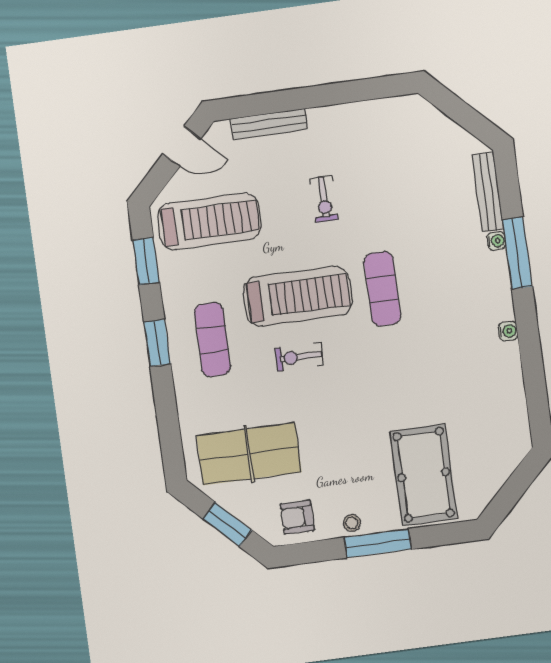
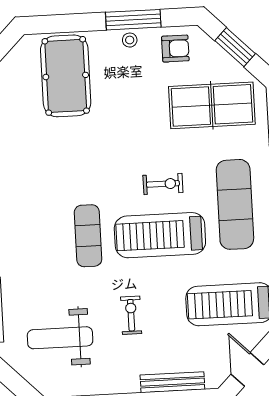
door: (182, 146) -> (247, 369), hinge flipped
weight bench: (406, 165) -> (60, 338), added
exercise mat: (212, 340) -> (235, 204), width x1.36, depth x1.45
window: (378, 543) -> (133, 20), moved

